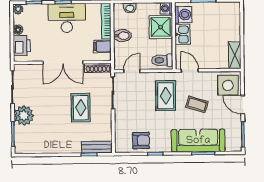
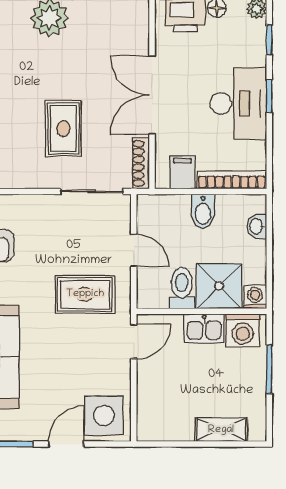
shelving: (235, 55) -> (221, 430), moved
toilet: (162, 60) -> (182, 288), moved
door: (132, 71) -> (134, 250), moved
coffee table: (197, 104) -> (68, 355), removed
rug: (81, 108) -> (63, 129), turned 90

